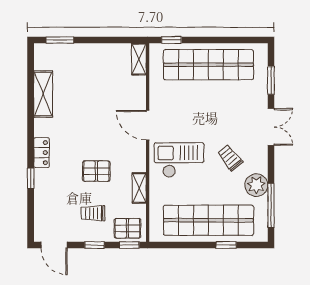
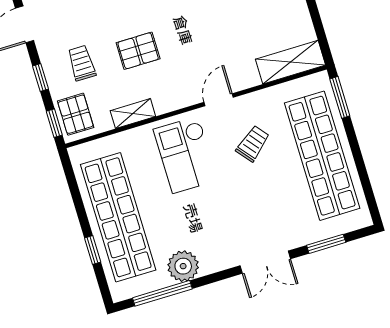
window: (171, 40) -> (340, 97), width x1.50
shelving: (139, 59) -> (290, 62), width x1.50, depth x1.33
door: (148, 125) -> (219, 100), width x0.73
trolley: (230, 158) -> (253, 144), moved
checkout: (179, 160) -> (185, 155), turned 180
pallet: (96, 171) -> (138, 51), turned 90

